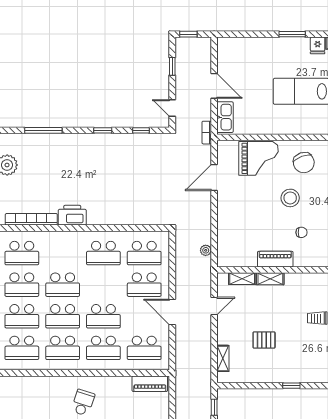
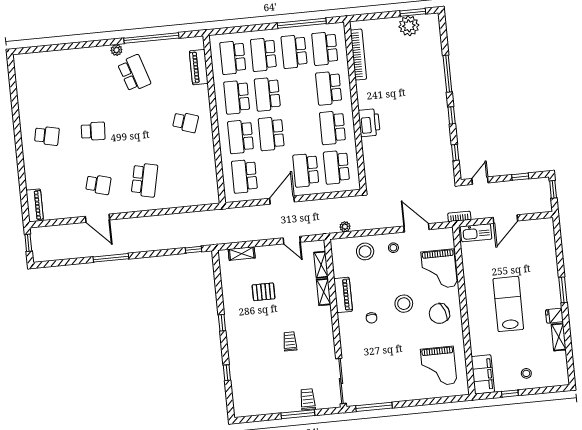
window: (43, 130) -> (447, 74), moved
stool: (232, 203) -> (393, 248), added
printer: (72, 215) -> (369, 123), moved
stool: (233, 232) -> (365, 251), added
school desk: (63, 285) -> (329, 88), moved
pallet: (264, 340) -> (264, 292), turned 90
piano: (150, 384) -> (199, 67), moved

